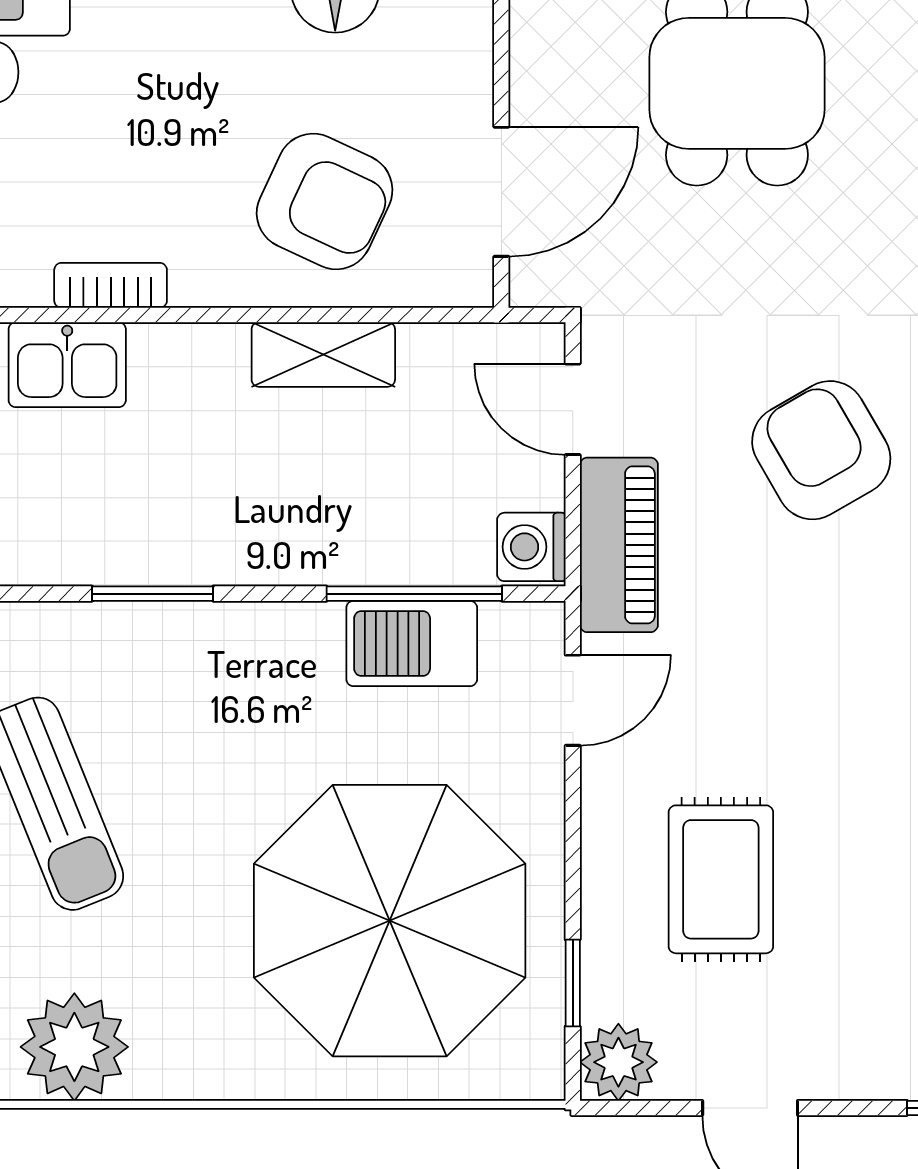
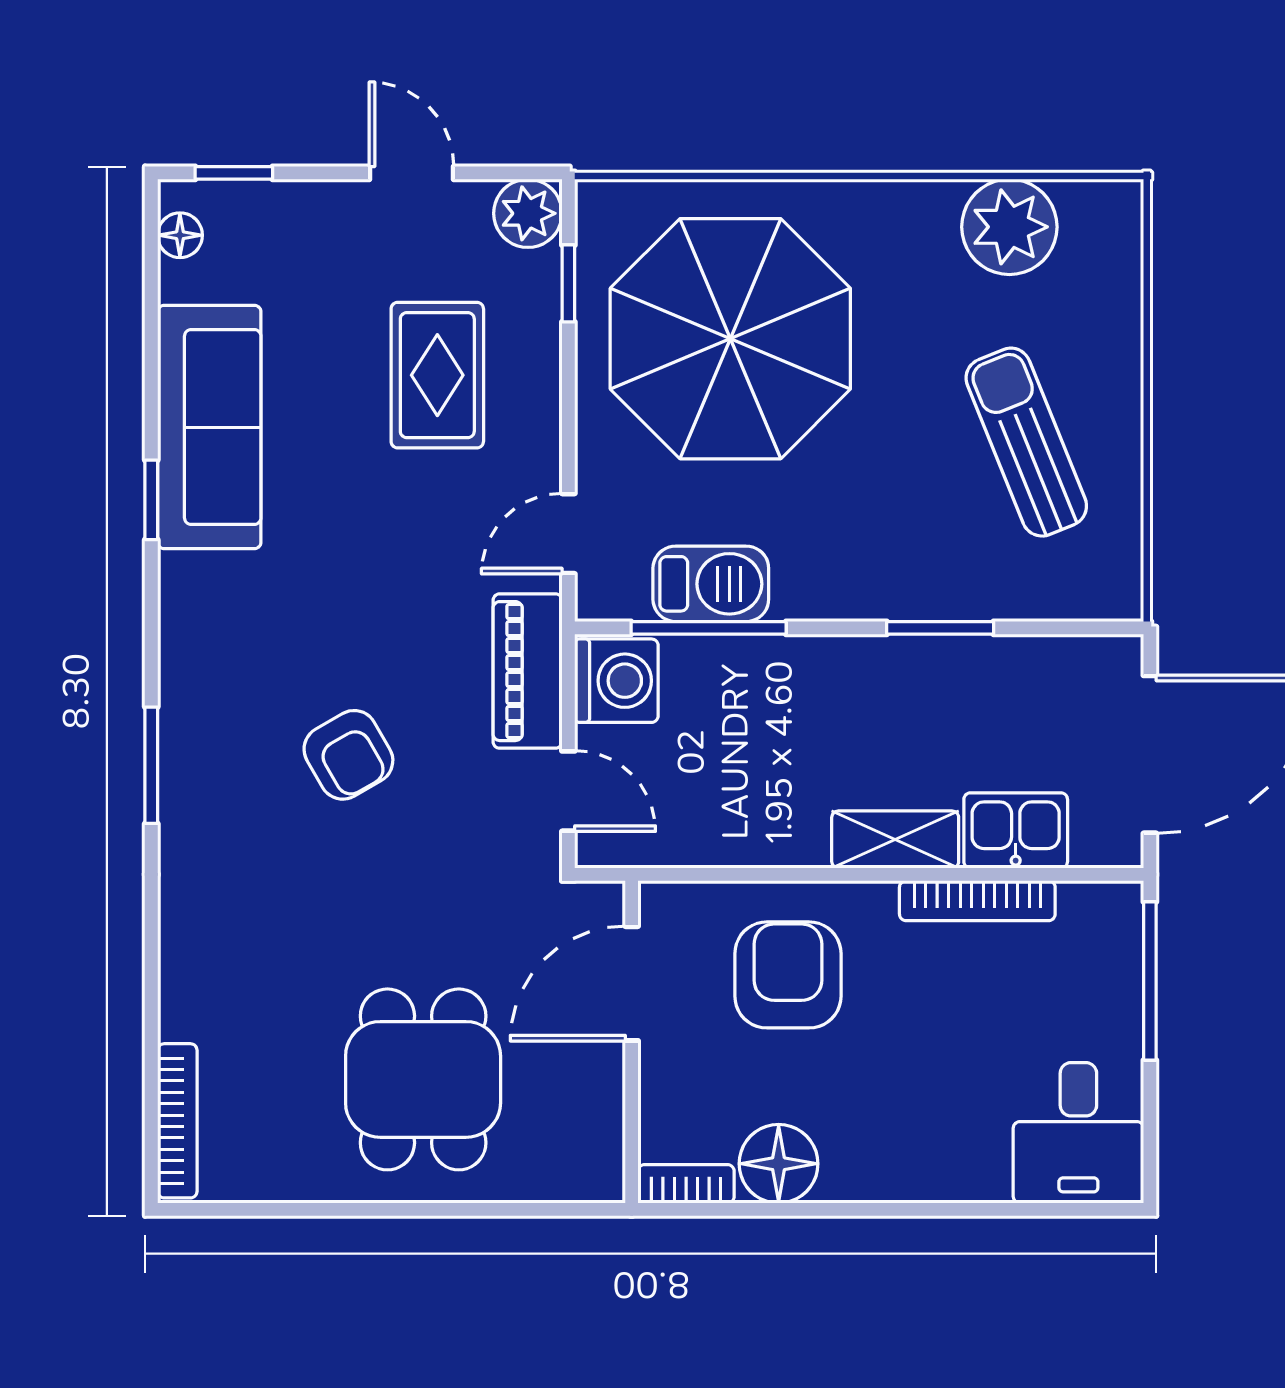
armchair: (325, 201) -> (788, 975), turned 65
bookcase: (111, 285) -> (977, 901), width x1.56
shelving: (323, 354) -> (895, 840), moved
armchair: (821, 450) -> (348, 755), width x0.72, depth x0.72
washing machine: (531, 547) -> (616, 681), width x1.38, depth x1.38

